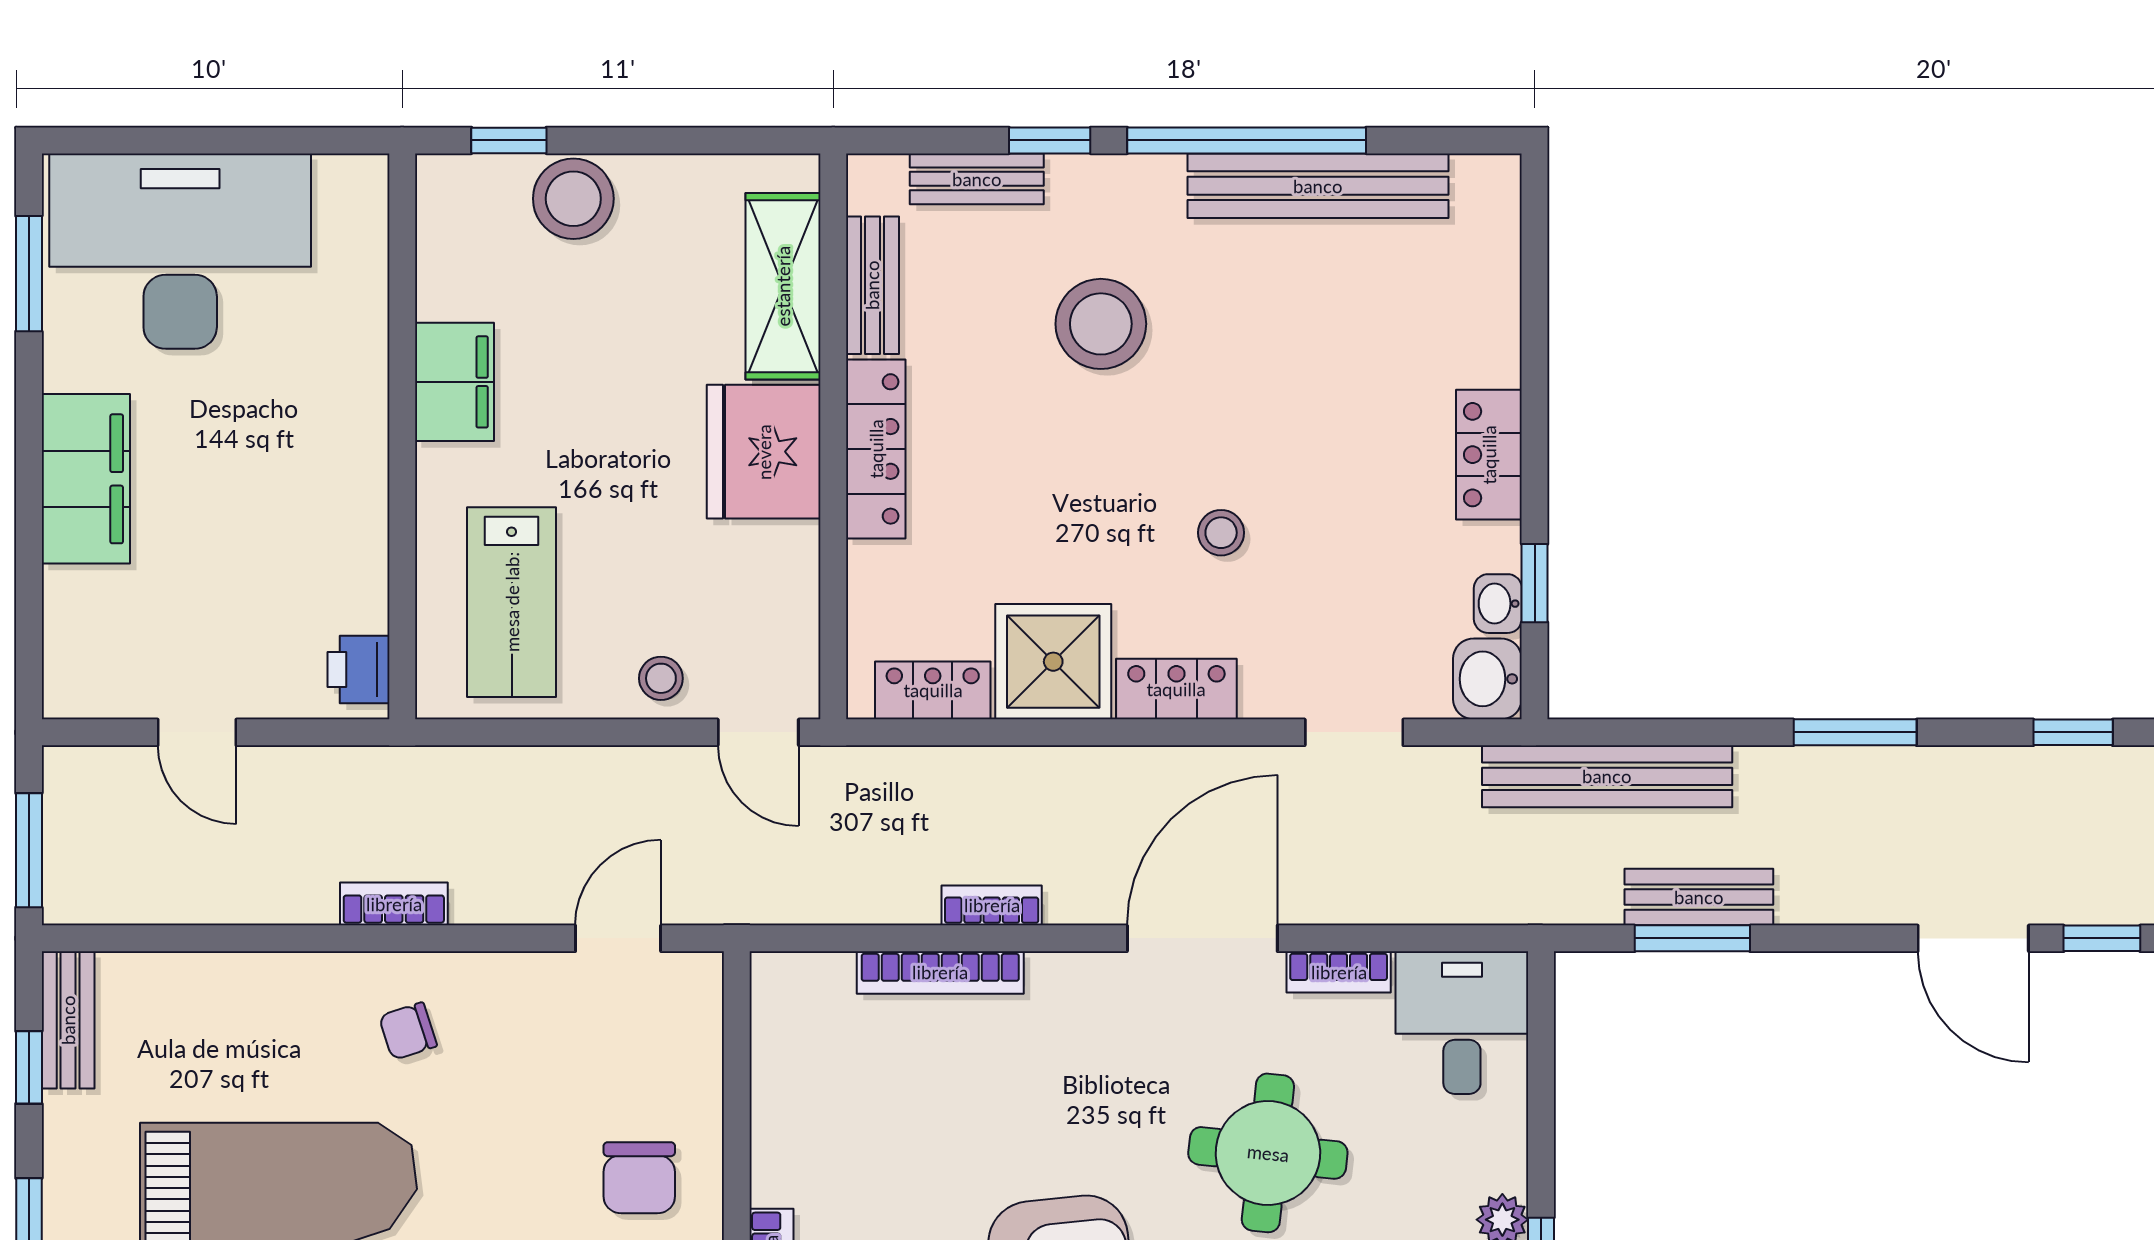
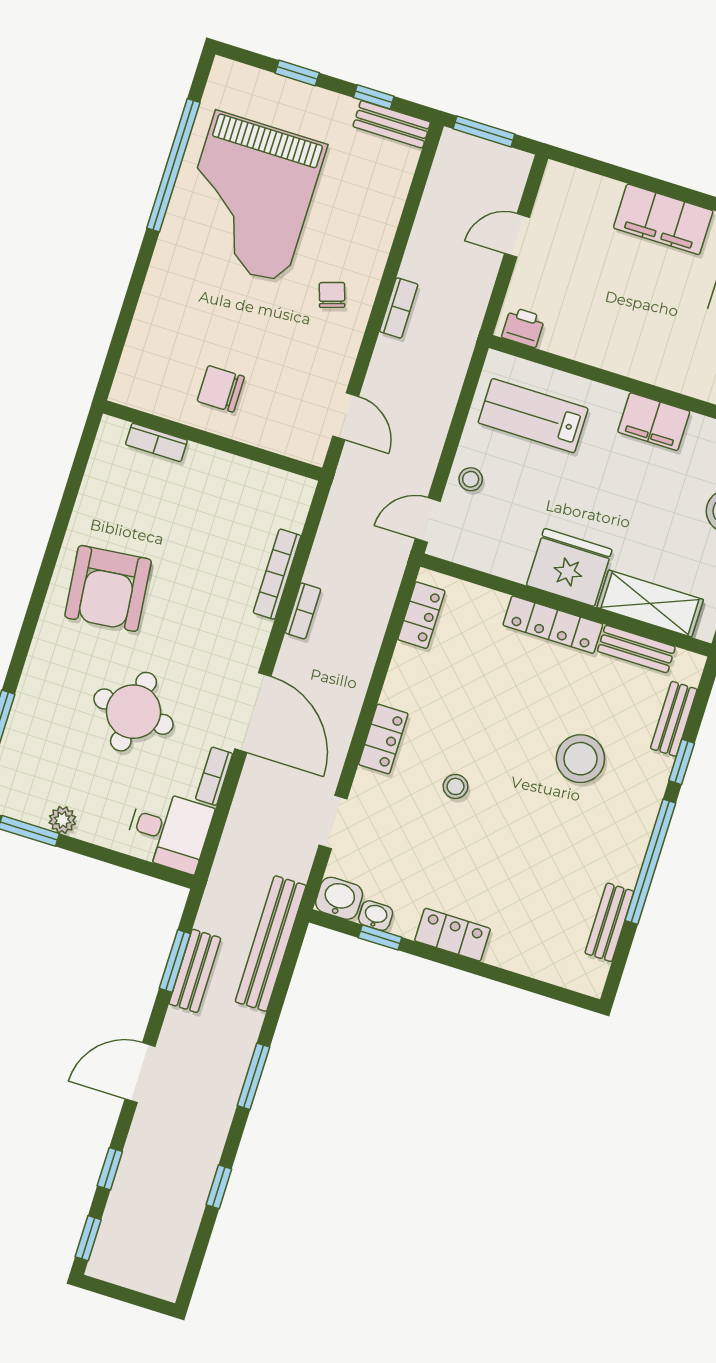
bench: (1318, 186) -> (609, 922), width x0.54, depth x0.82
shower: (1053, 662) -> (417, 681), removed
door: (1973, 938) -> (140, 1073), moved

